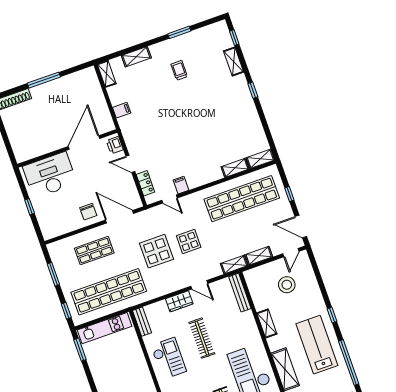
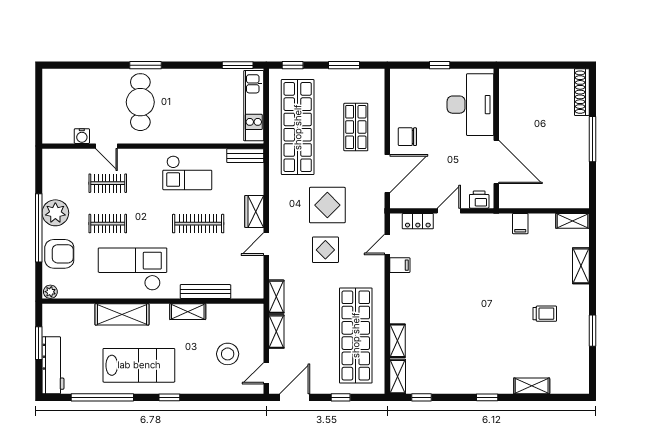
window: (234, 38) -> (422, 397), moved
door: (291, 253) -> (266, 373), hinge flipped
bench: (240, 293) -> (205, 292), moved

